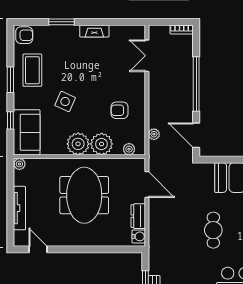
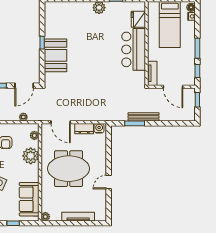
sofa: (27, 132) -> (29, 199), moved, turned -90
plant: (78, 144) -> (31, 173), removed
door: (147, 184) -> (61, 122), swing flipped
cafe table: (213, 230) -> (94, 73), removed
door: (38, 249) -> (109, 182), moved

